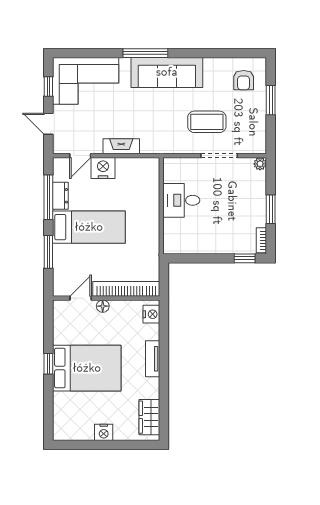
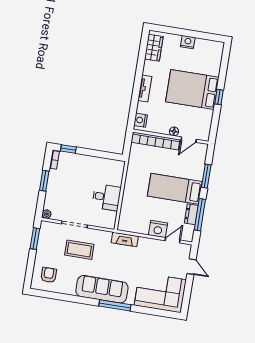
window: (48, 86) -> (187, 293), removed
window: (271, 100) -> (35, 239), moved
fireplace: (121, 146) -> (125, 239), moved

